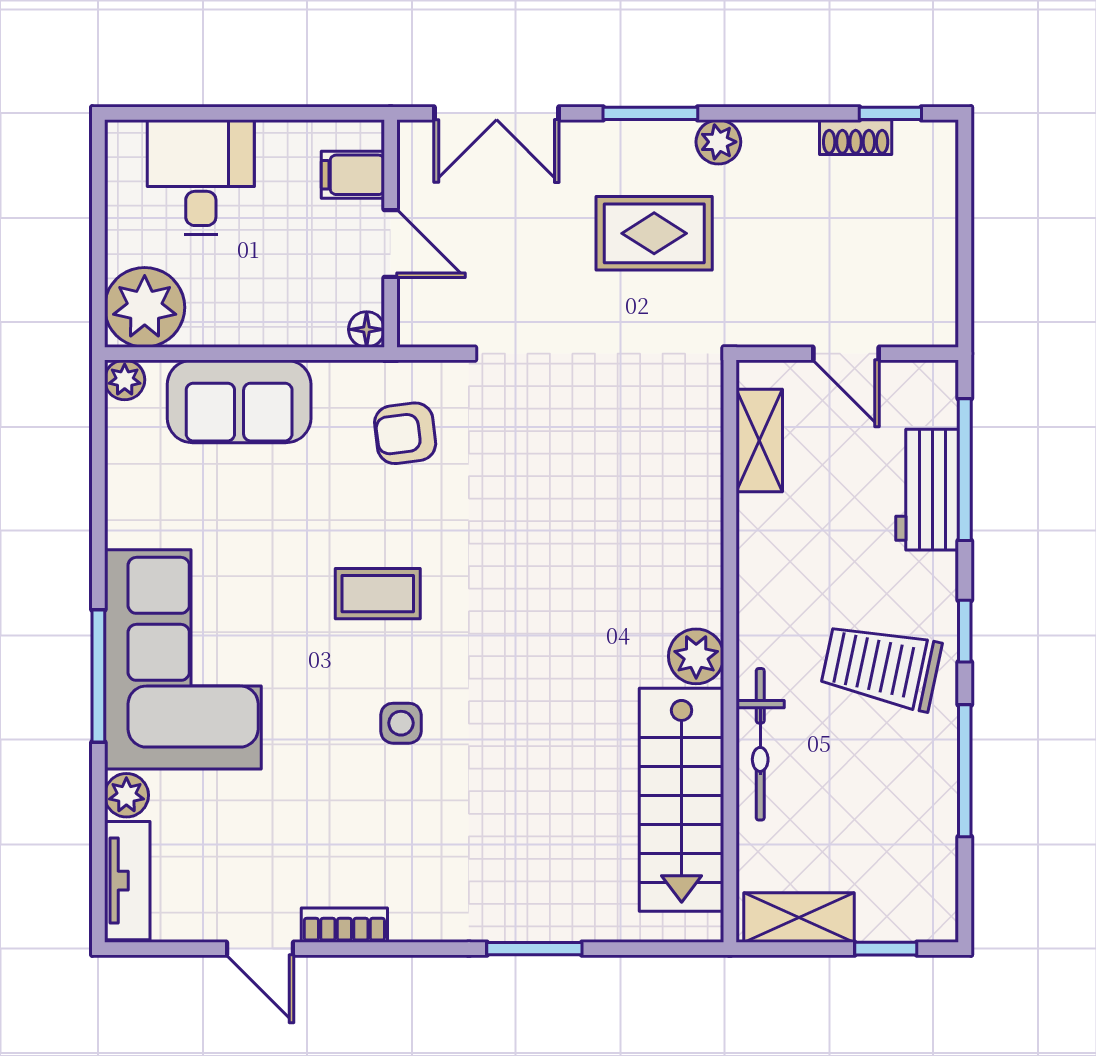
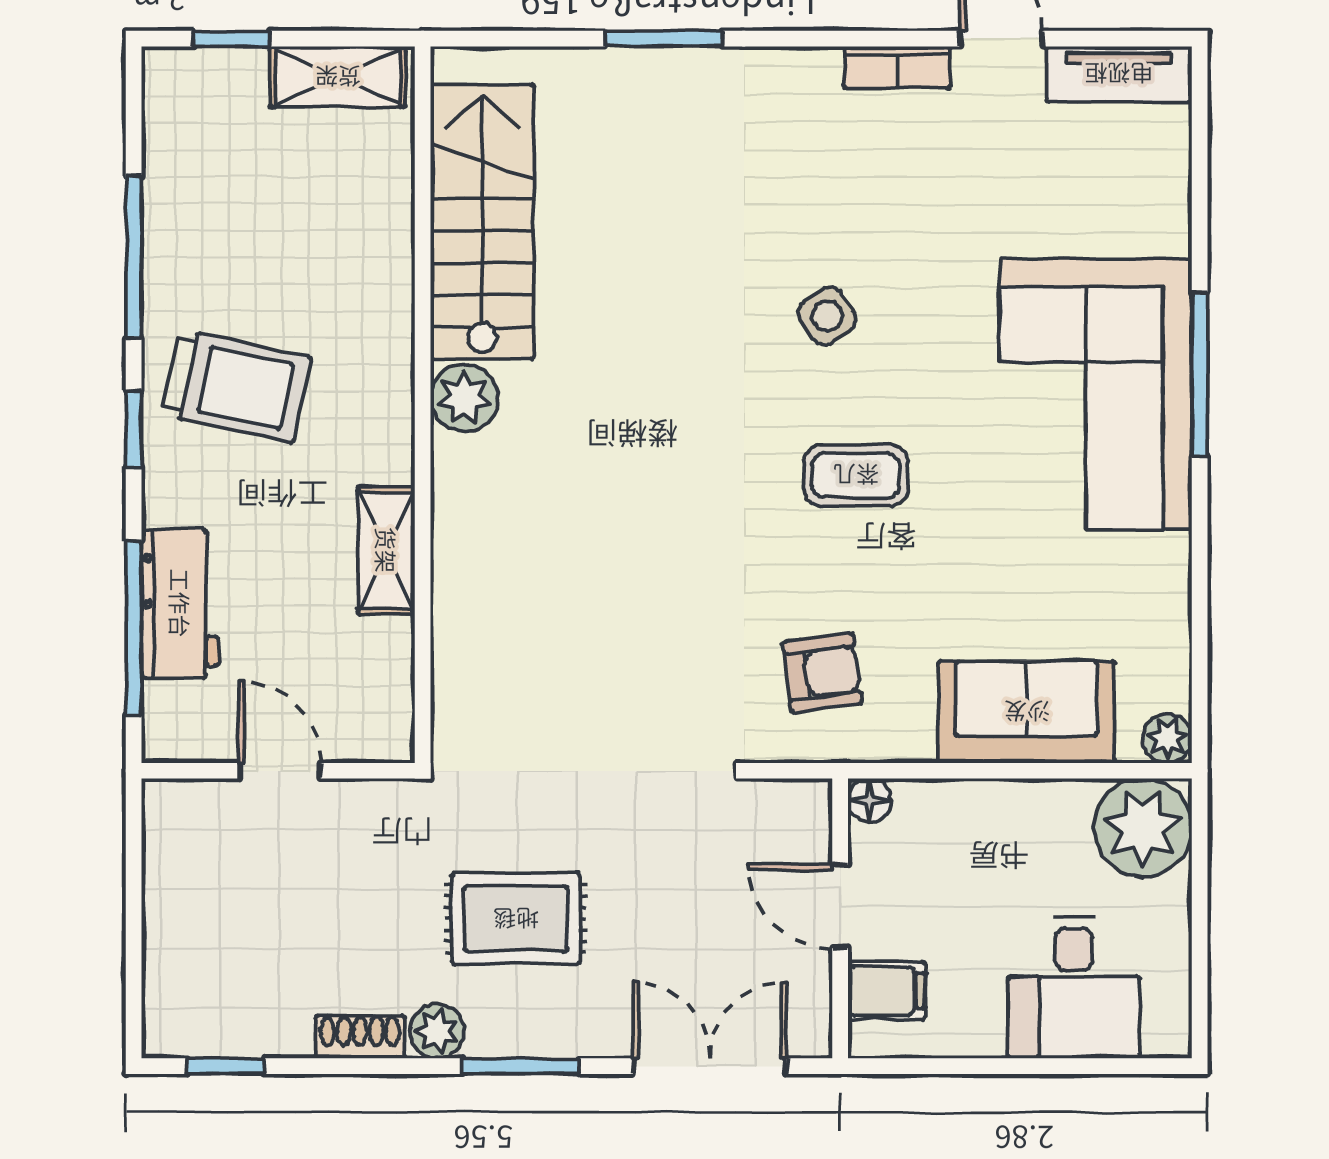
shoe rack: (856, 137) -> (360, 1037), moved
shelving: (759, 440) -> (386, 550), moved
side table: (401, 723) -> (827, 316), turned -36
bicycle: (760, 744) -> (385, 290), removed
plant: (126, 795) -> (1165, 227), removed
tv unit: (127, 881) -> (1119, 74), moved, turned -90

